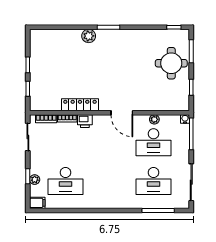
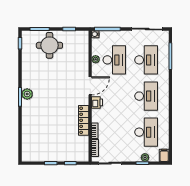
plant: (89, 36) -> (27, 94), moved
printer: (85, 121) -> (97, 102), moved
desk: (110, 181) -> (146, 96), added

